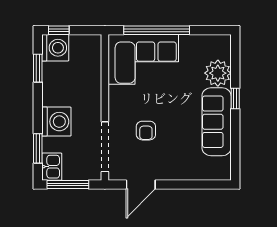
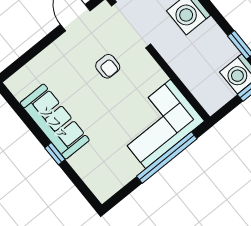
plant: (218, 73) -> (87, 163), removed
armchair: (146, 131) -> (108, 66), turned 180

